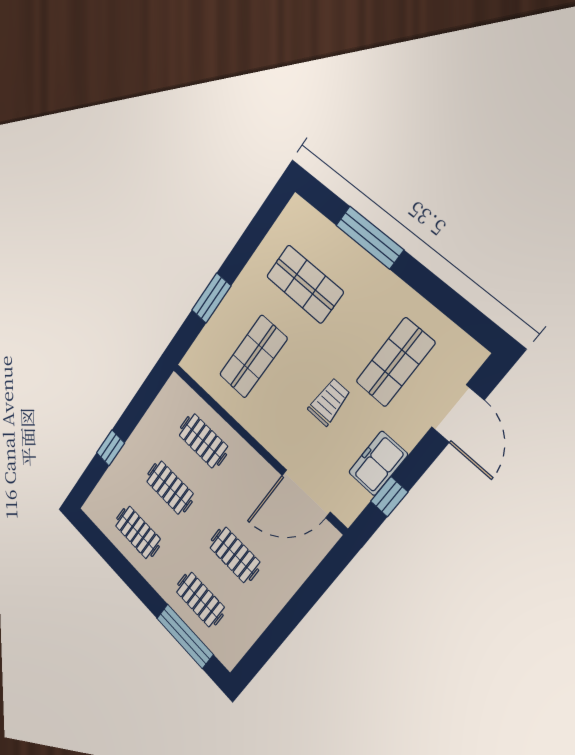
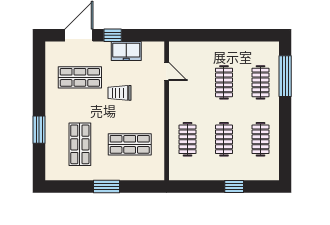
window: (370, 237) -> (39, 130), width x0.69
window: (211, 298) -> (106, 186), moved
door: (306, 494) -> (167, 72), width x0.53
window: (389, 497) -> (113, 35), moved

